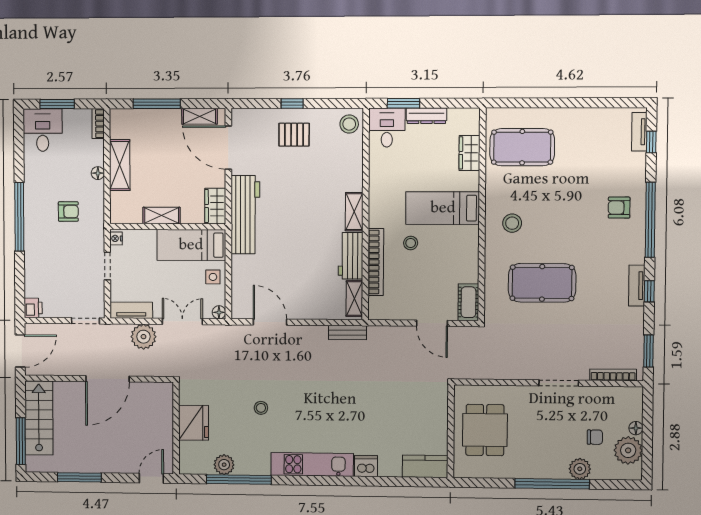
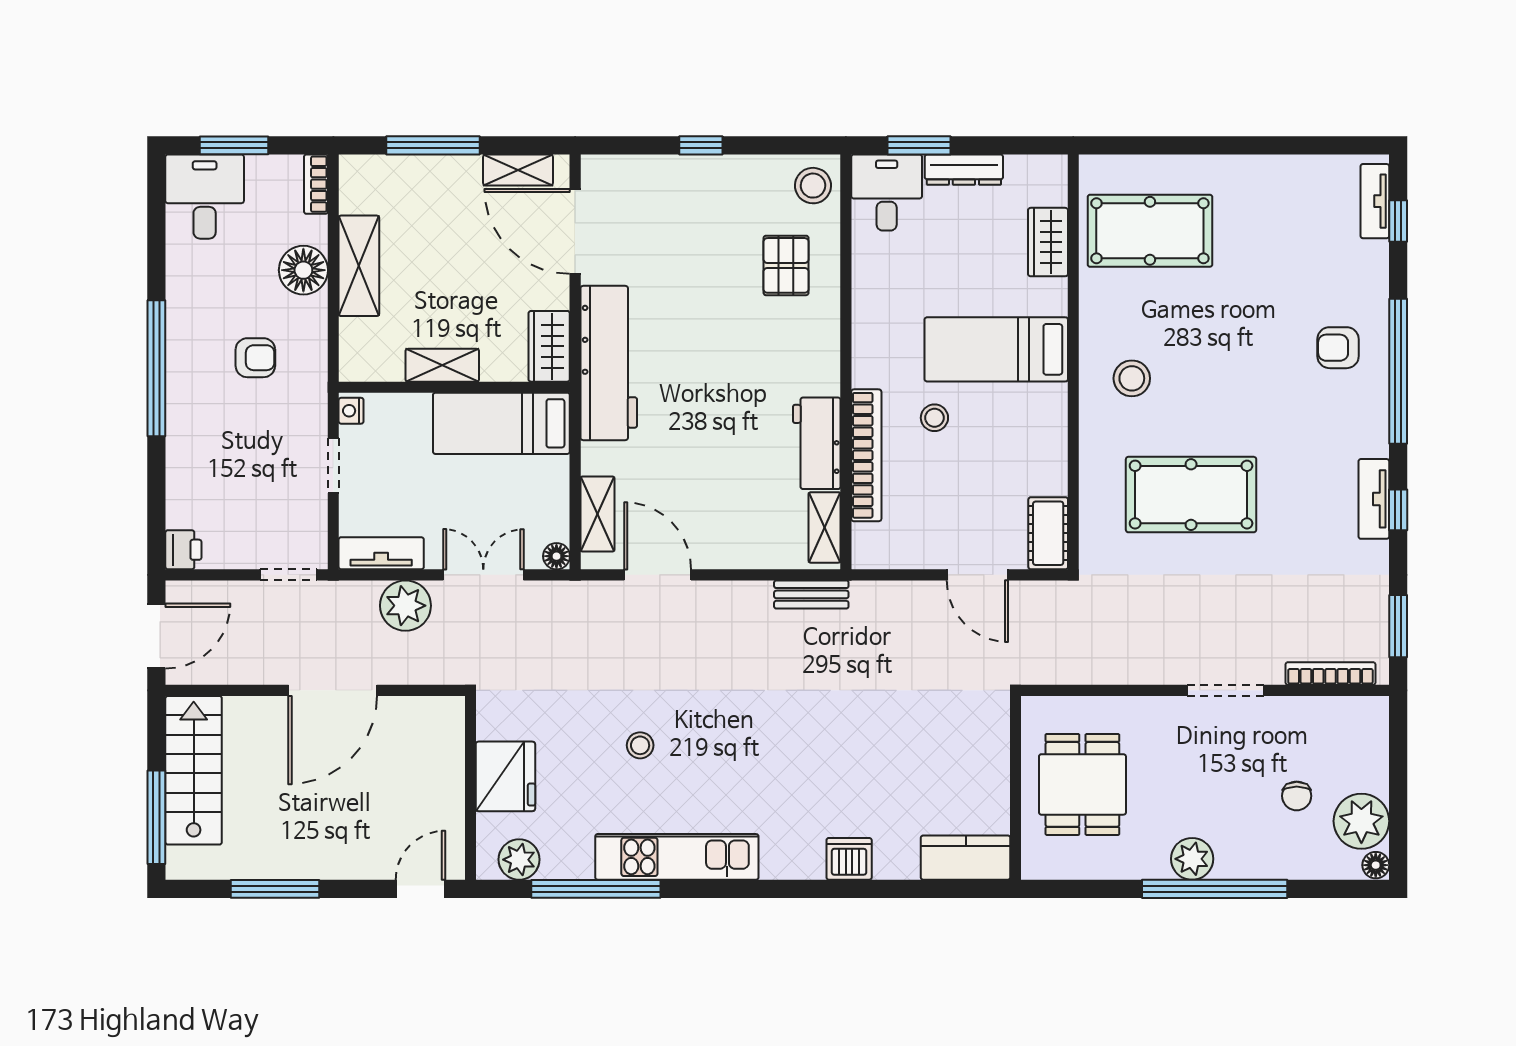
pallet: (294, 135) -> (786, 265), moved, turned 90
floor lamp: (98, 173) -> (303, 270), width x1.89, depth x1.89
shelving: (354, 212) -> (598, 514), moved
side table: (213, 277) -> (544, 486), removed
floor lamp: (636, 428) -> (1376, 865), moved
chair: (595, 437) -> (1297, 796), turned 90
kitchen unit: (312, 464) -> (677, 857), moved
plant: (224, 465) -> (519, 860), moved
plant: (580, 469) -> (1192, 859), moved

